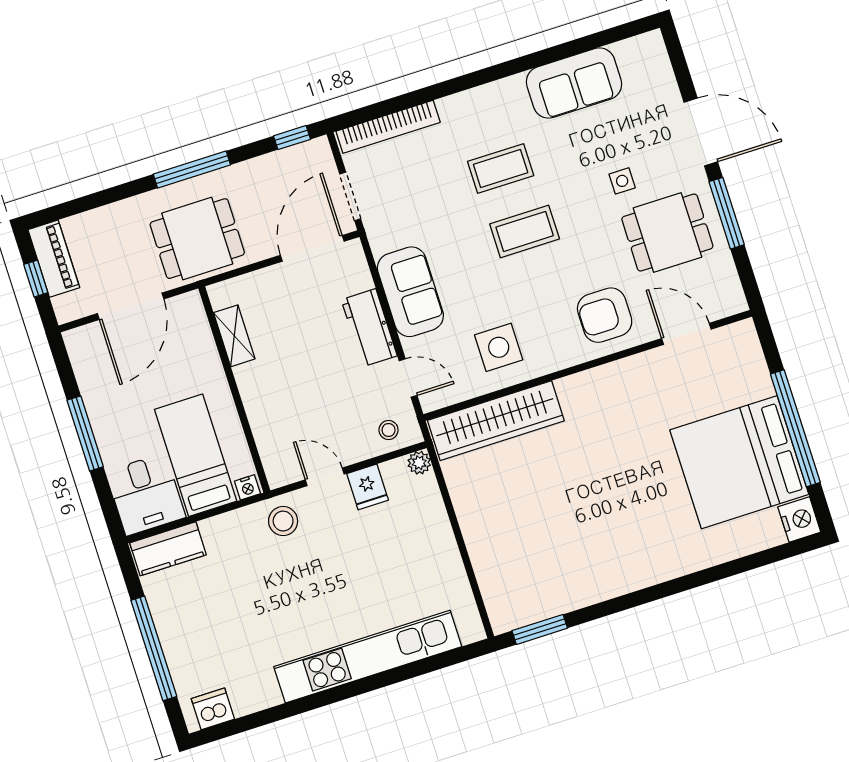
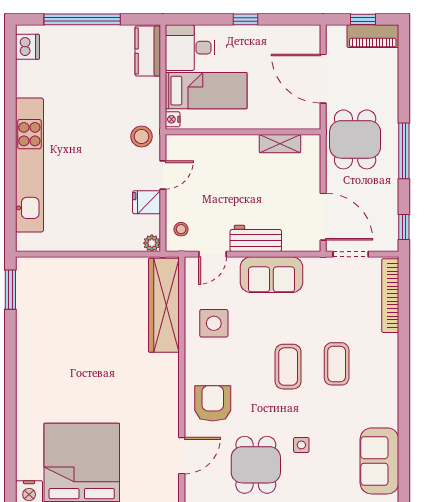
sofa: (574, 83) -> (379, 461), moved
window: (85, 433) -> (245, 19), width x0.46

